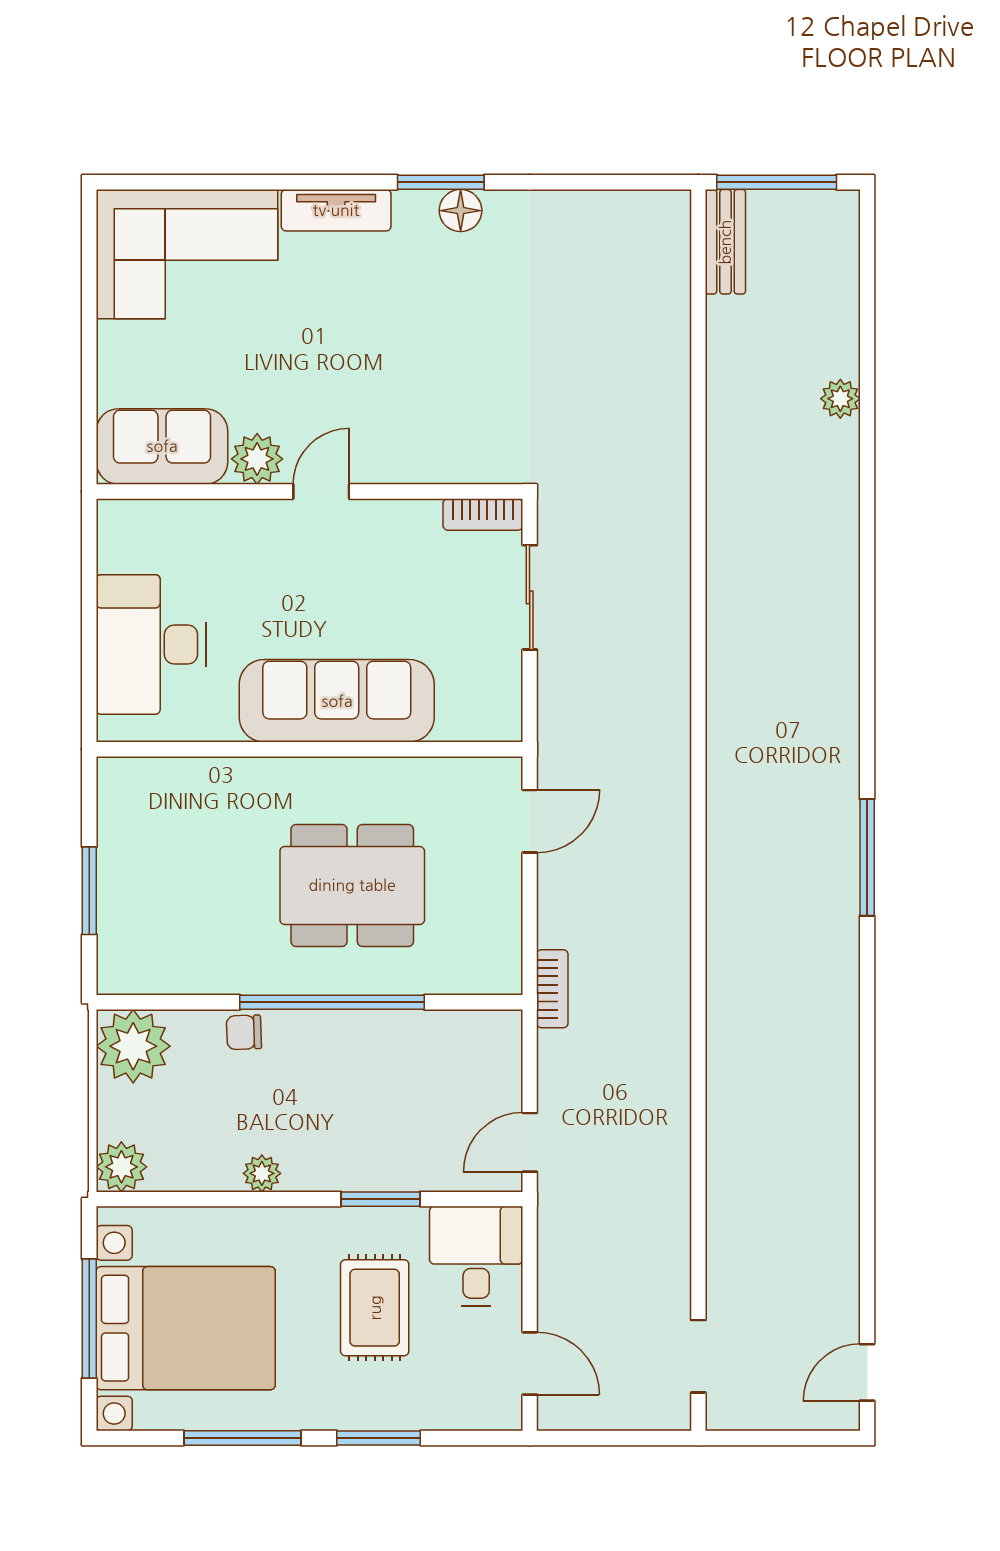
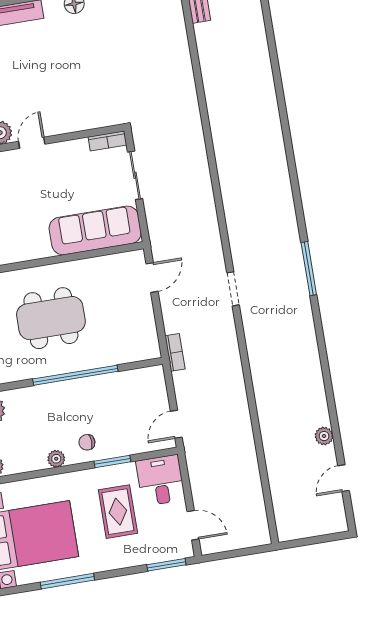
plant: (840, 399) -> (324, 436), moved
sofa: (337, 701) -> (95, 230), moved
dining table: (352, 885) -> (51, 318), moved
chair: (244, 1032) -> (87, 442), moved
doorway: (698, 1356) -> (233, 289), moved
door: (867, 1372) -> (344, 478), moved
window: (379, 1438) -> (166, 565), moved

